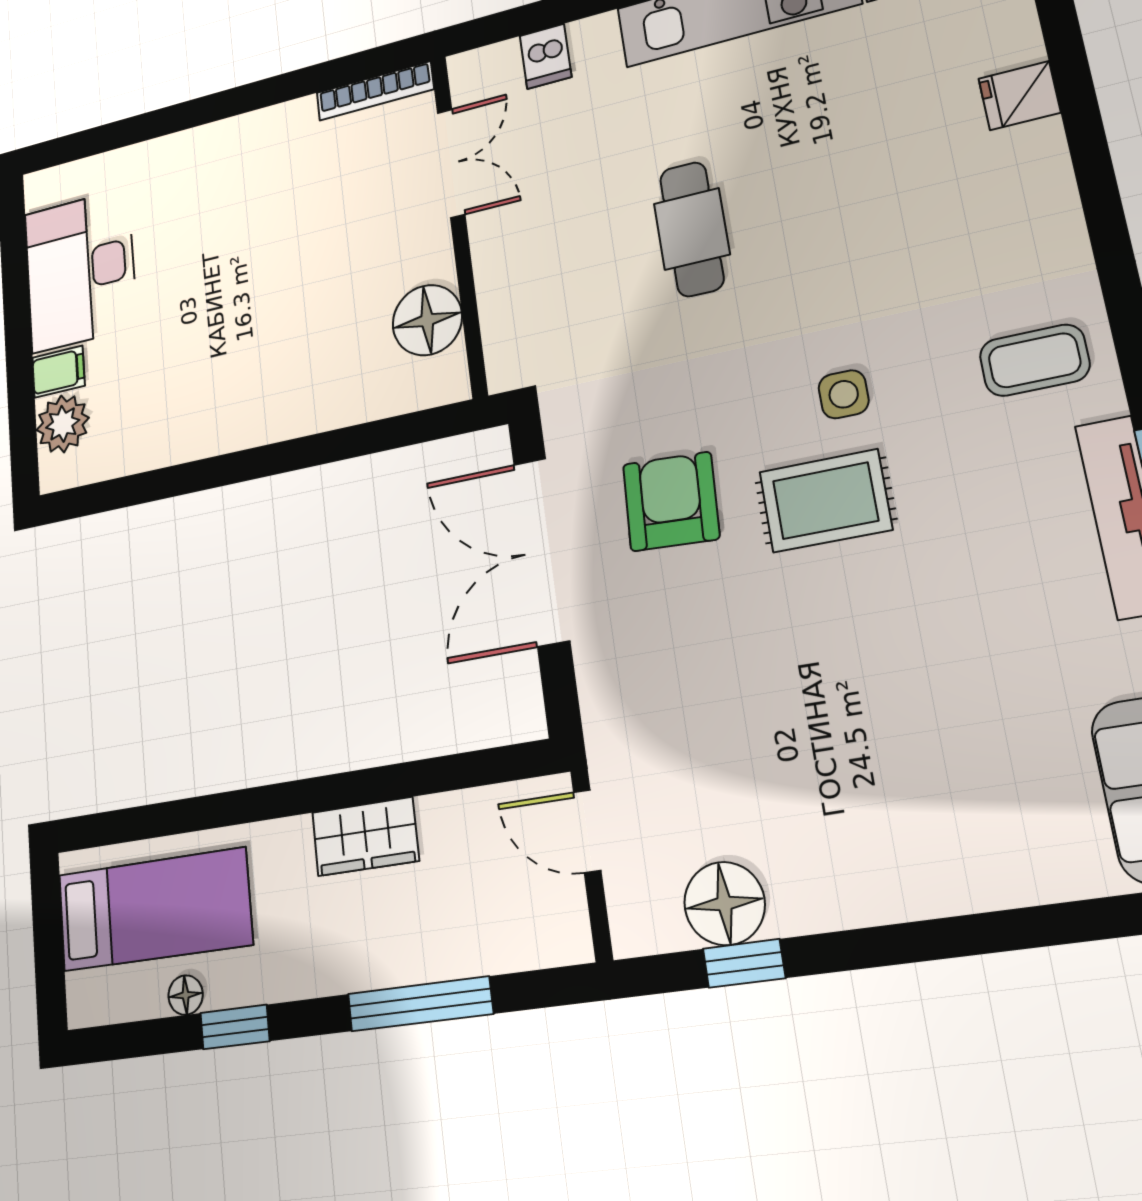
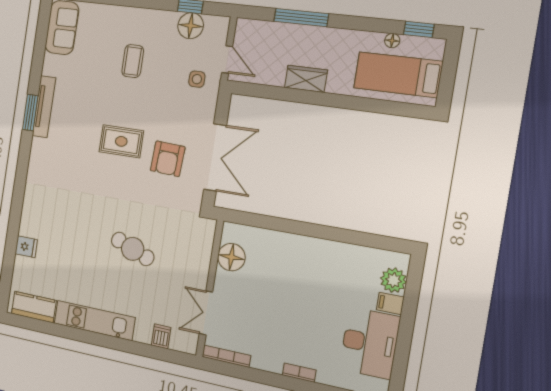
bookcase: (207, 138) -> (299, 373), added
cafe table: (692, 229) -> (133, 249), turned -69
coffee table: (1035, 360) -> (133, 61), moved, turned 90
side table: (844, 394) -> (197, 79), moved
window: (235, 1027) -> (419, 29), moved

